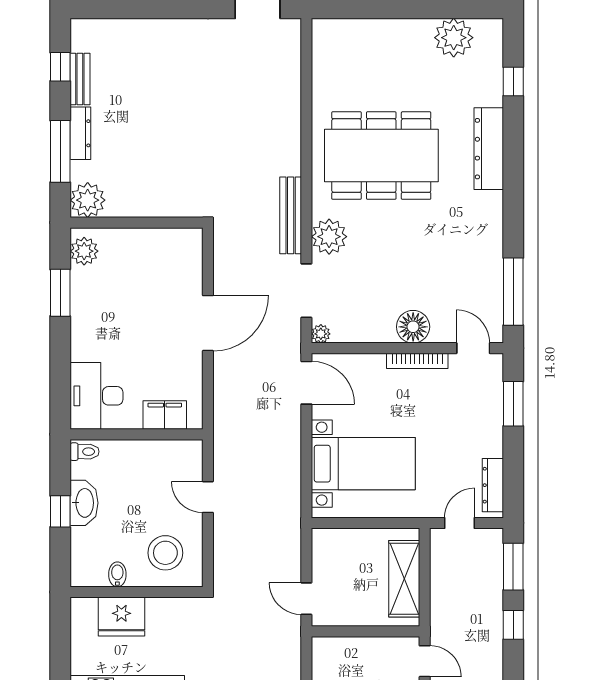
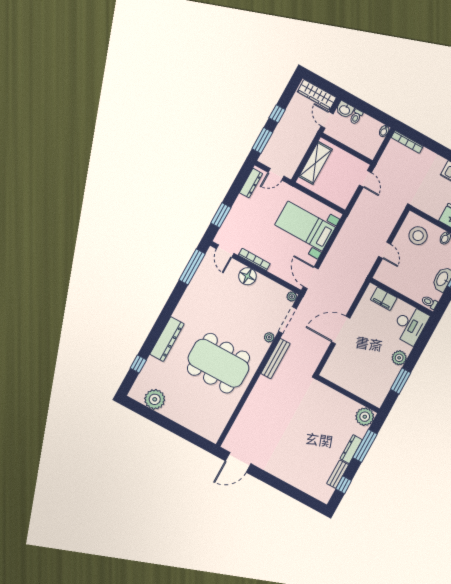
plant: (329, 237) -> (269, 337), width x0.53, depth x0.53
plant: (84, 251) -> (399, 358), moved

